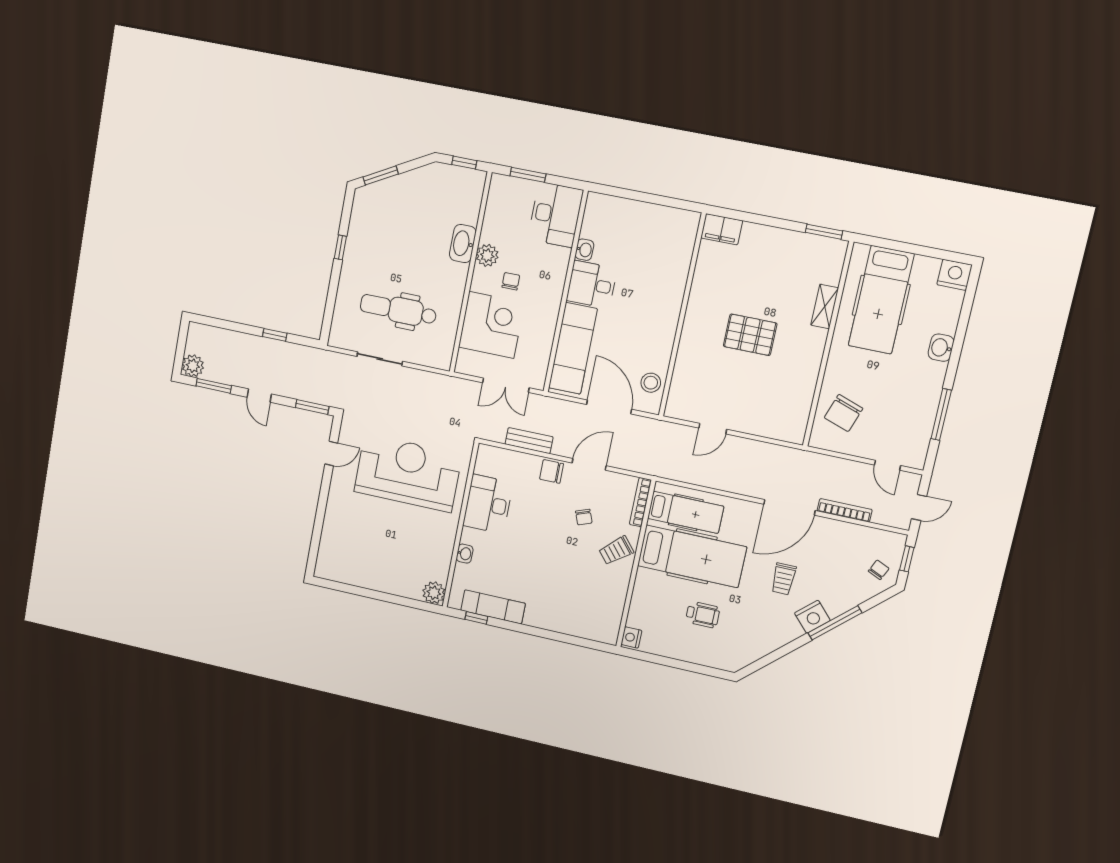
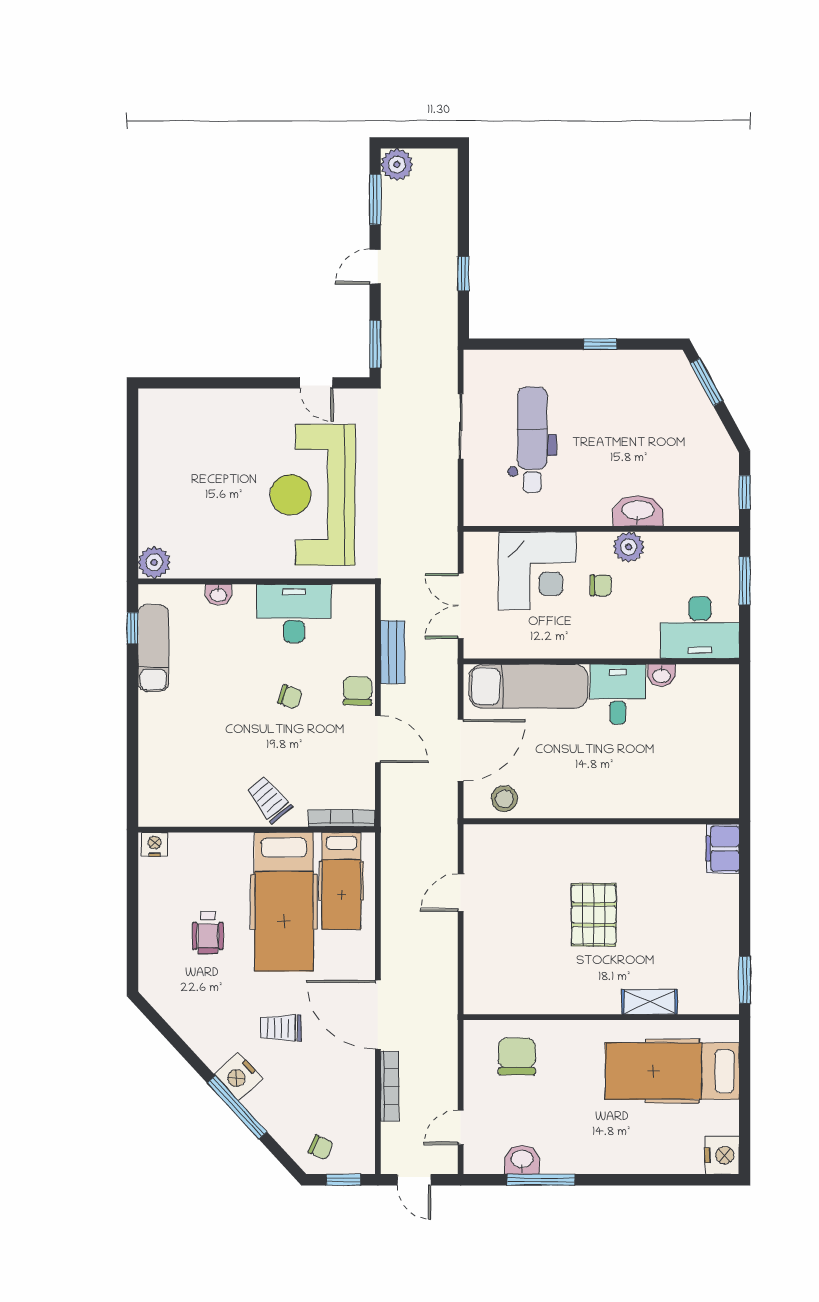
washbasin: (941, 348) -> (522, 1160), moved
chair: (844, 413) -> (517, 1056), turned 71
door: (713, 429) -> (461, 893), hinge flipped
reception desk: (408, 473) -> (313, 495), turned 180
chair: (584, 517) -> (290, 697), moved, turned -140

